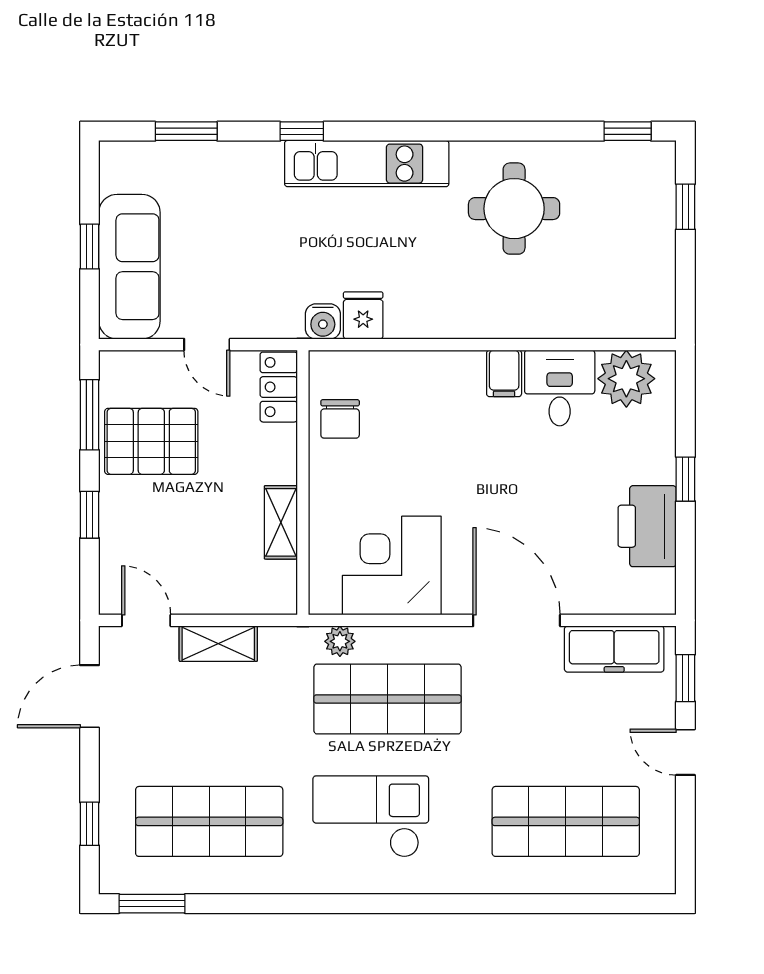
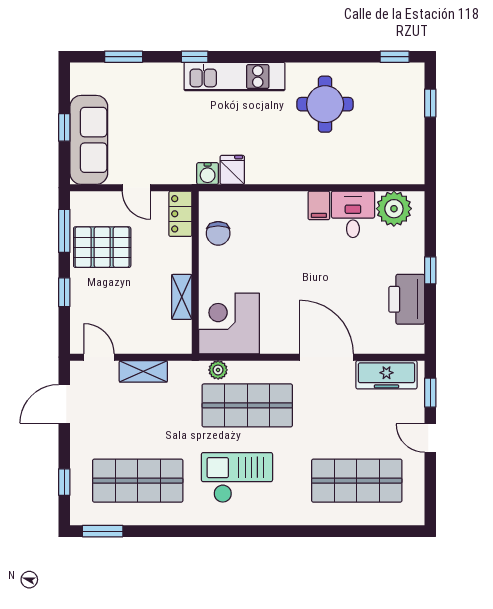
corner desk: (392, 566) -> (229, 323), moved

